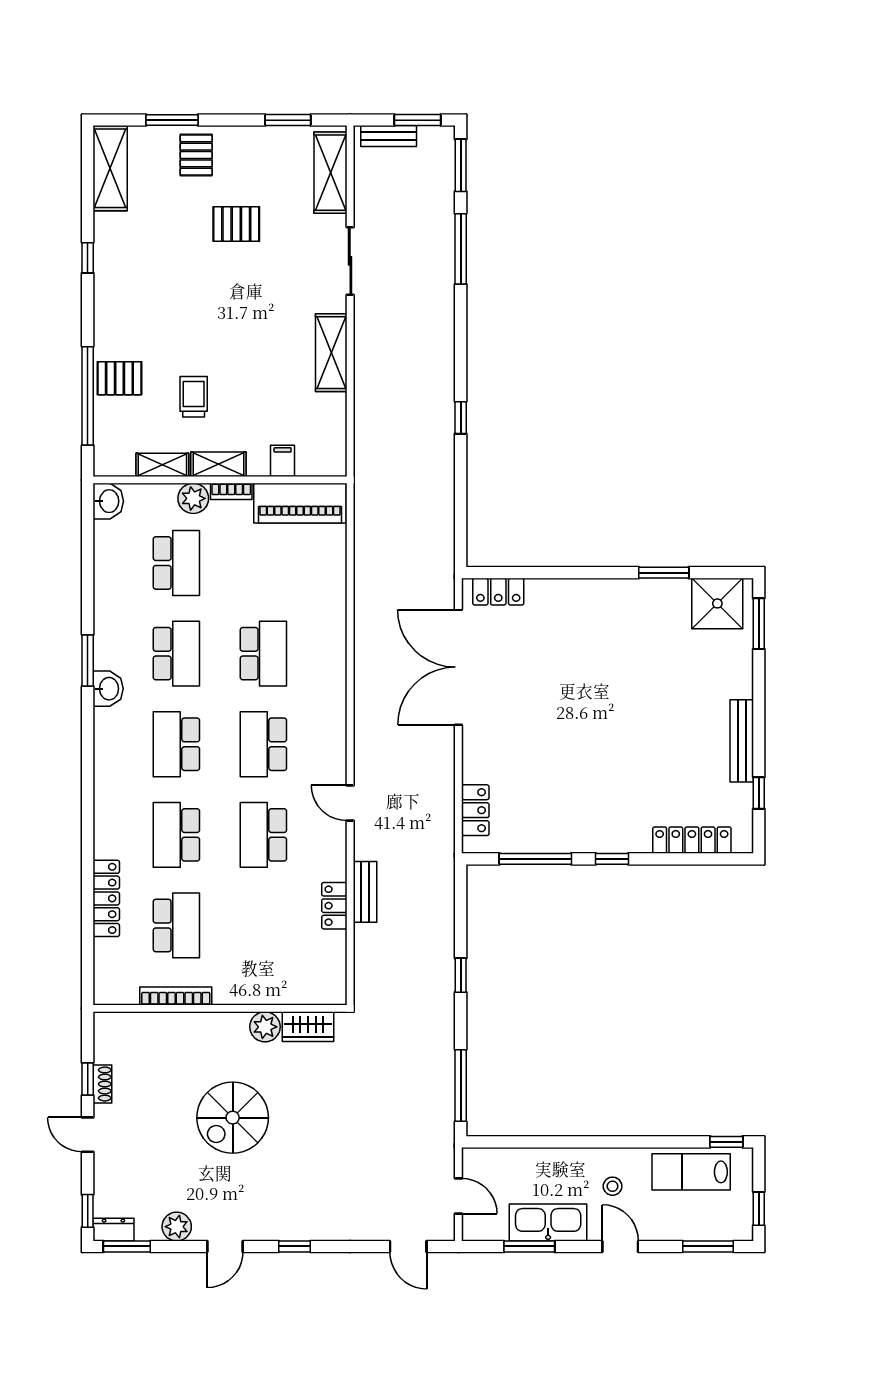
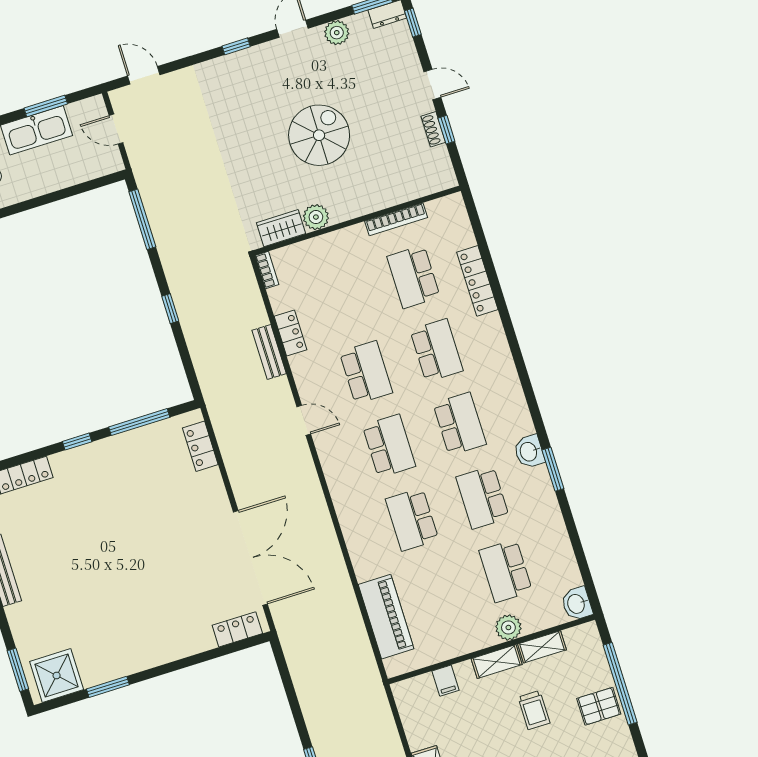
bookcase: (231, 491) -> (267, 270), moved, turned 90
piano: (300, 503) -> (386, 617), moved, turned 90

